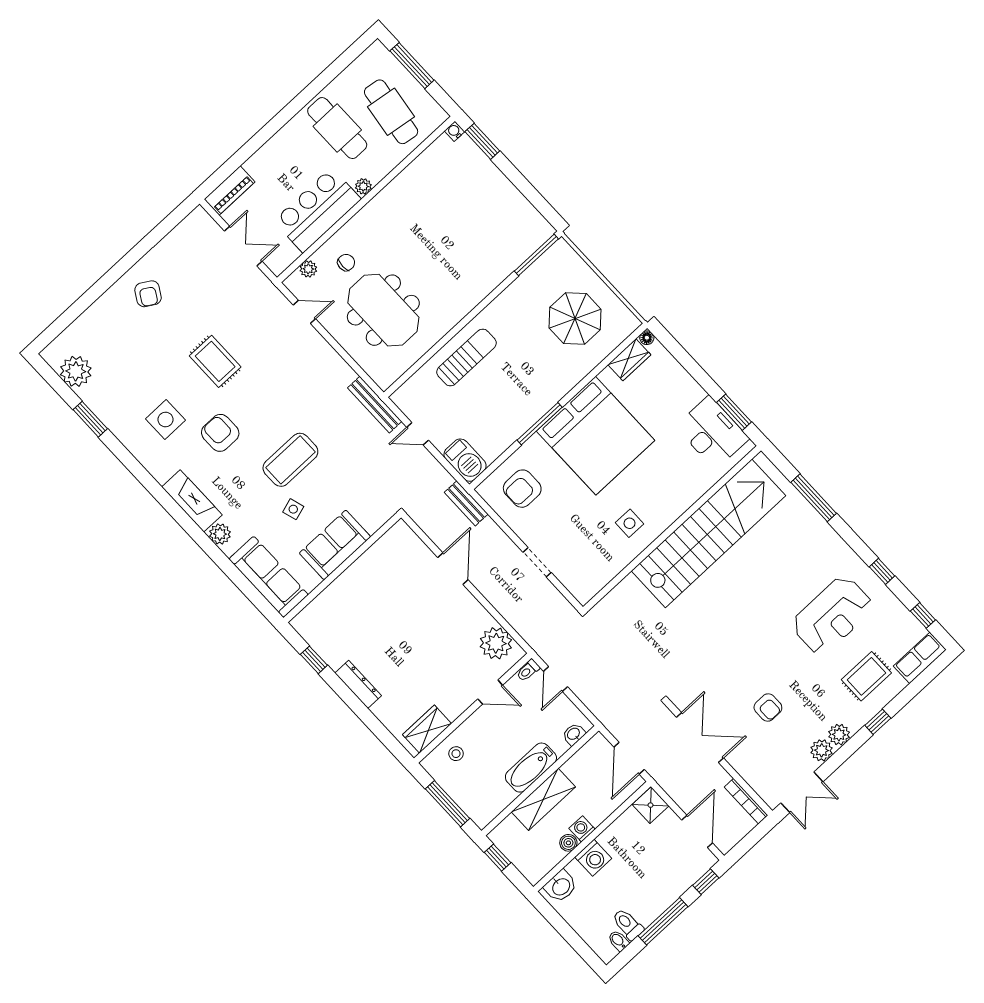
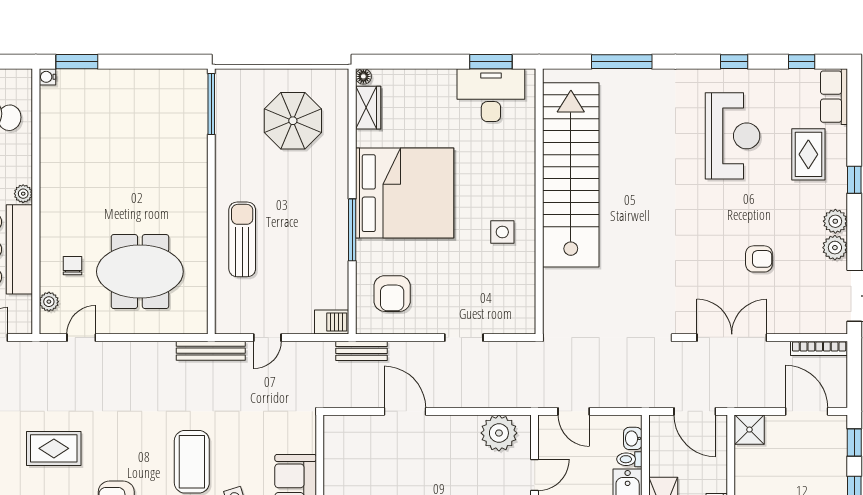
barbecue: (465, 460) -> (332, 322), width x0.73, depth x0.79
toilet: (528, 670) -> (629, 459), moved, turned 90

